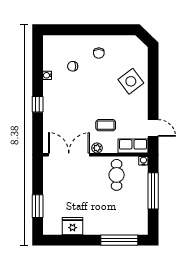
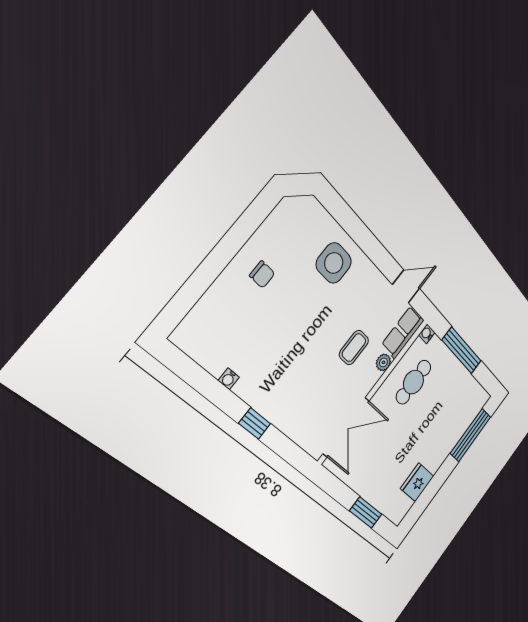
chair: (73, 66) -> (248, 330), removed
side table: (131, 81) -> (334, 263), turned 37
plant: (97, 148) -> (383, 362), moved
double door: (69, 155) -> (346, 427), swing flipped
cafe table: (117, 175) -> (413, 382), turned 90

